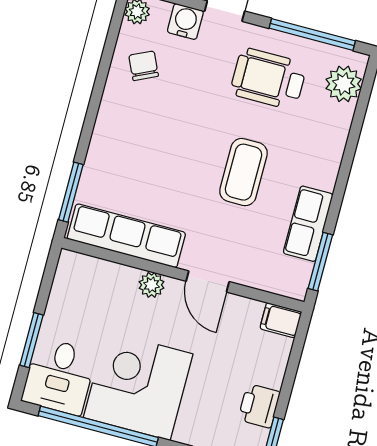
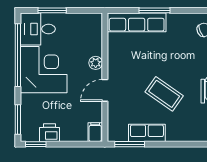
coffee table: (243, 172) -> (164, 94), turned 35
window: (71, 192) -> (154, 10), moved
row of seats: (126, 236) -> (137, 22), moved, turned 90

